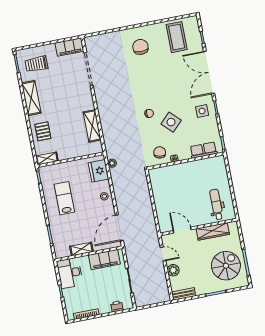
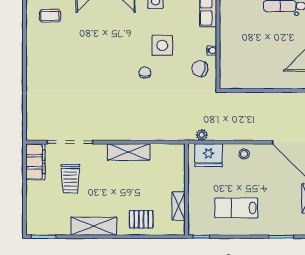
coffee table: (177, 37) -> (50, 16), width x0.54, depth x0.58
chair: (140, 47) -> (54, 67), removed
trolley: (36, 64) -> (70, 179), moved
side table: (171, 122) -> (162, 45), turned 45
shelving: (92, 126) -> (129, 152), moved
shelving: (47, 158) -> (179, 206), moved

